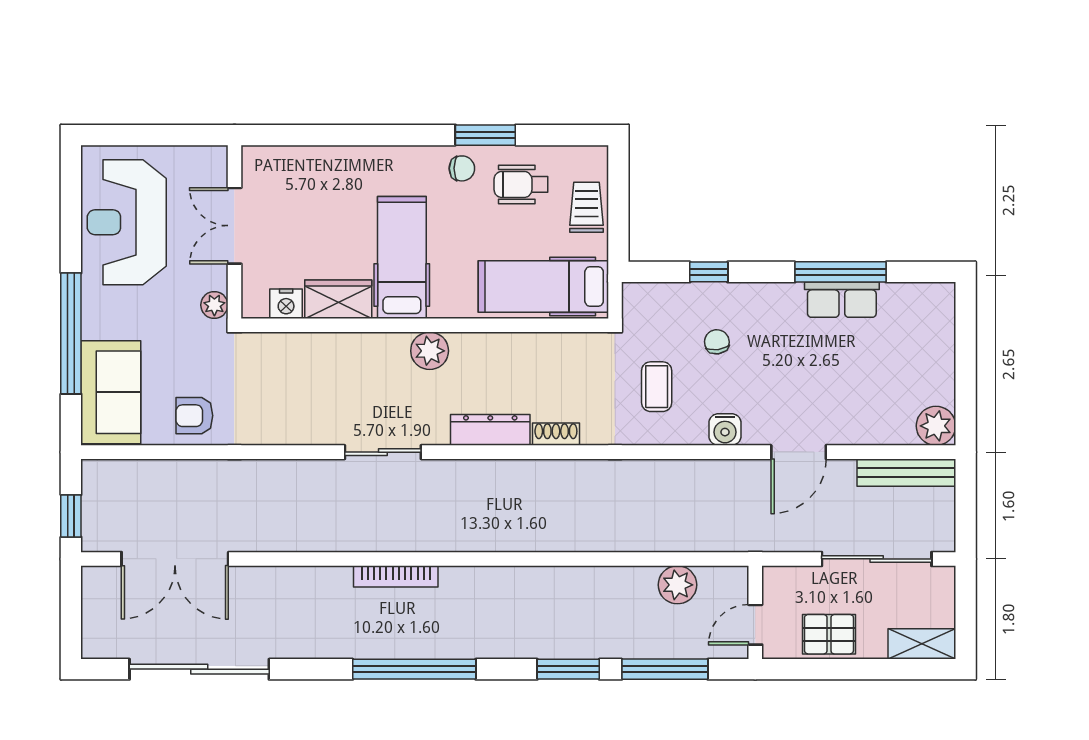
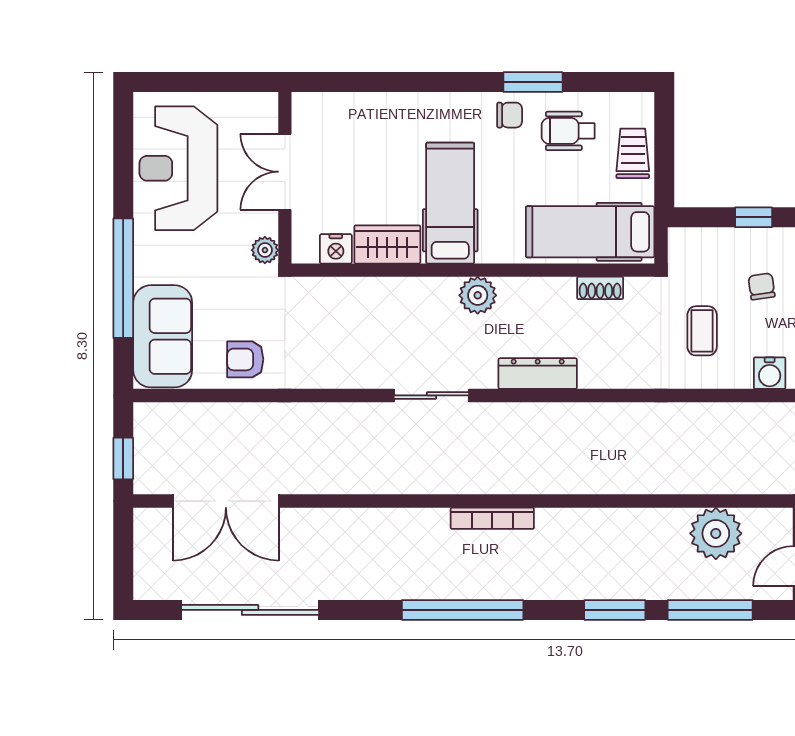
shoe rack: (556, 434) -> (600, 288), moved, turned 180
bookcase: (396, 576) -> (492, 518), moved
plant: (677, 585) -> (716, 533), width x1.36, depth x1.36

